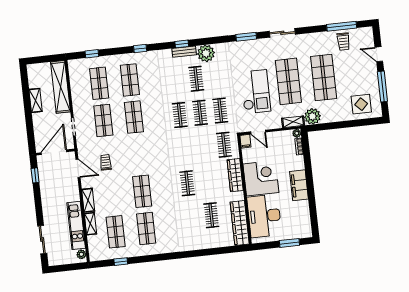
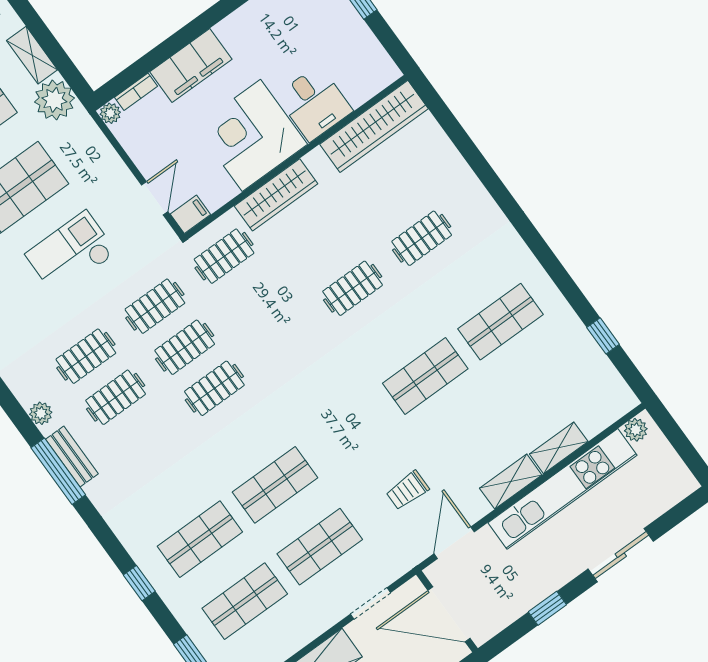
window: (182, 44) -> (58, 471), width x2.17
window: (140, 48) -> (139, 583), moved
plant: (206, 53) -> (41, 413), width x0.53, depth x0.53
clothes rail: (217, 76) -> (86, 356), added
checkout: (256, 92) -> (71, 253), width x0.73, depth x0.83
shelving: (293, 122) -> (32, 55), moved
window: (35, 175) -> (547, 608), moved
filing cabinet: (299, 185) -> (191, 66), moved
clothes rail: (211, 215) -> (422, 238), moved
desk: (264, 216) -> (314, 103), width x0.53, depth x0.77
kitchen unit: (76, 225) -> (562, 489), width x1.36
shop shelf: (116, 232) -> (545, 383), removed
sliding door: (42, 240) -> (621, 555), moved

